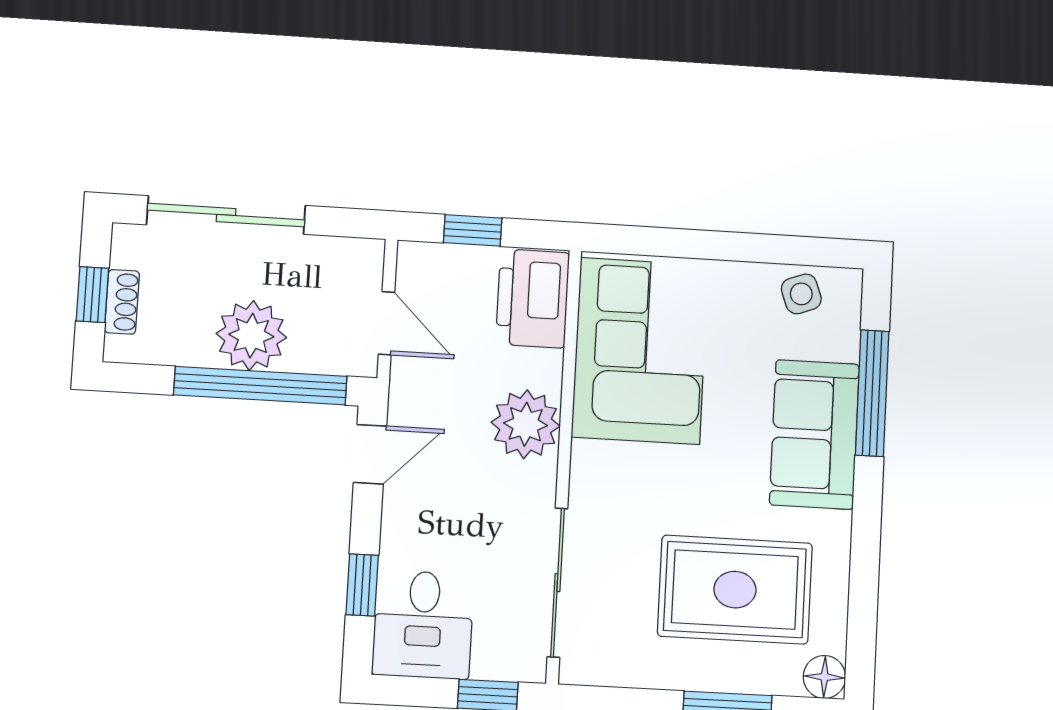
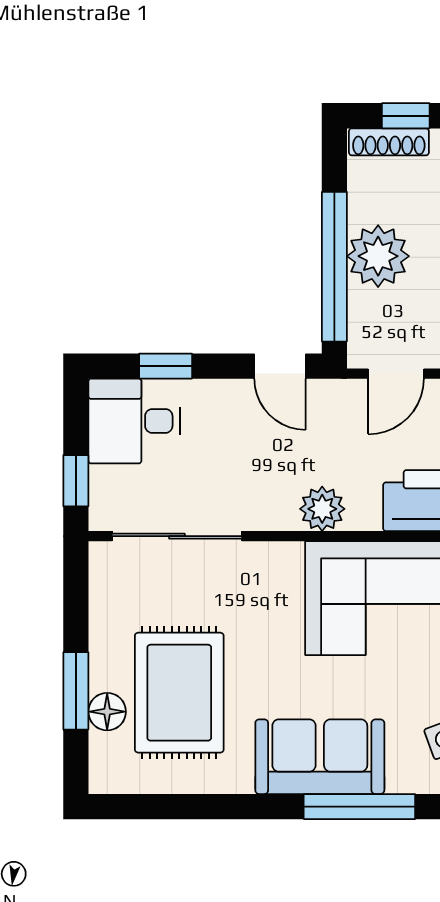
shoe rack: (122, 302) -> (389, 142), width x1.43
plant: (526, 424) -> (322, 509), width x0.73, depth x0.73
floor lamp: (824, 677) -> (107, 712), moved

